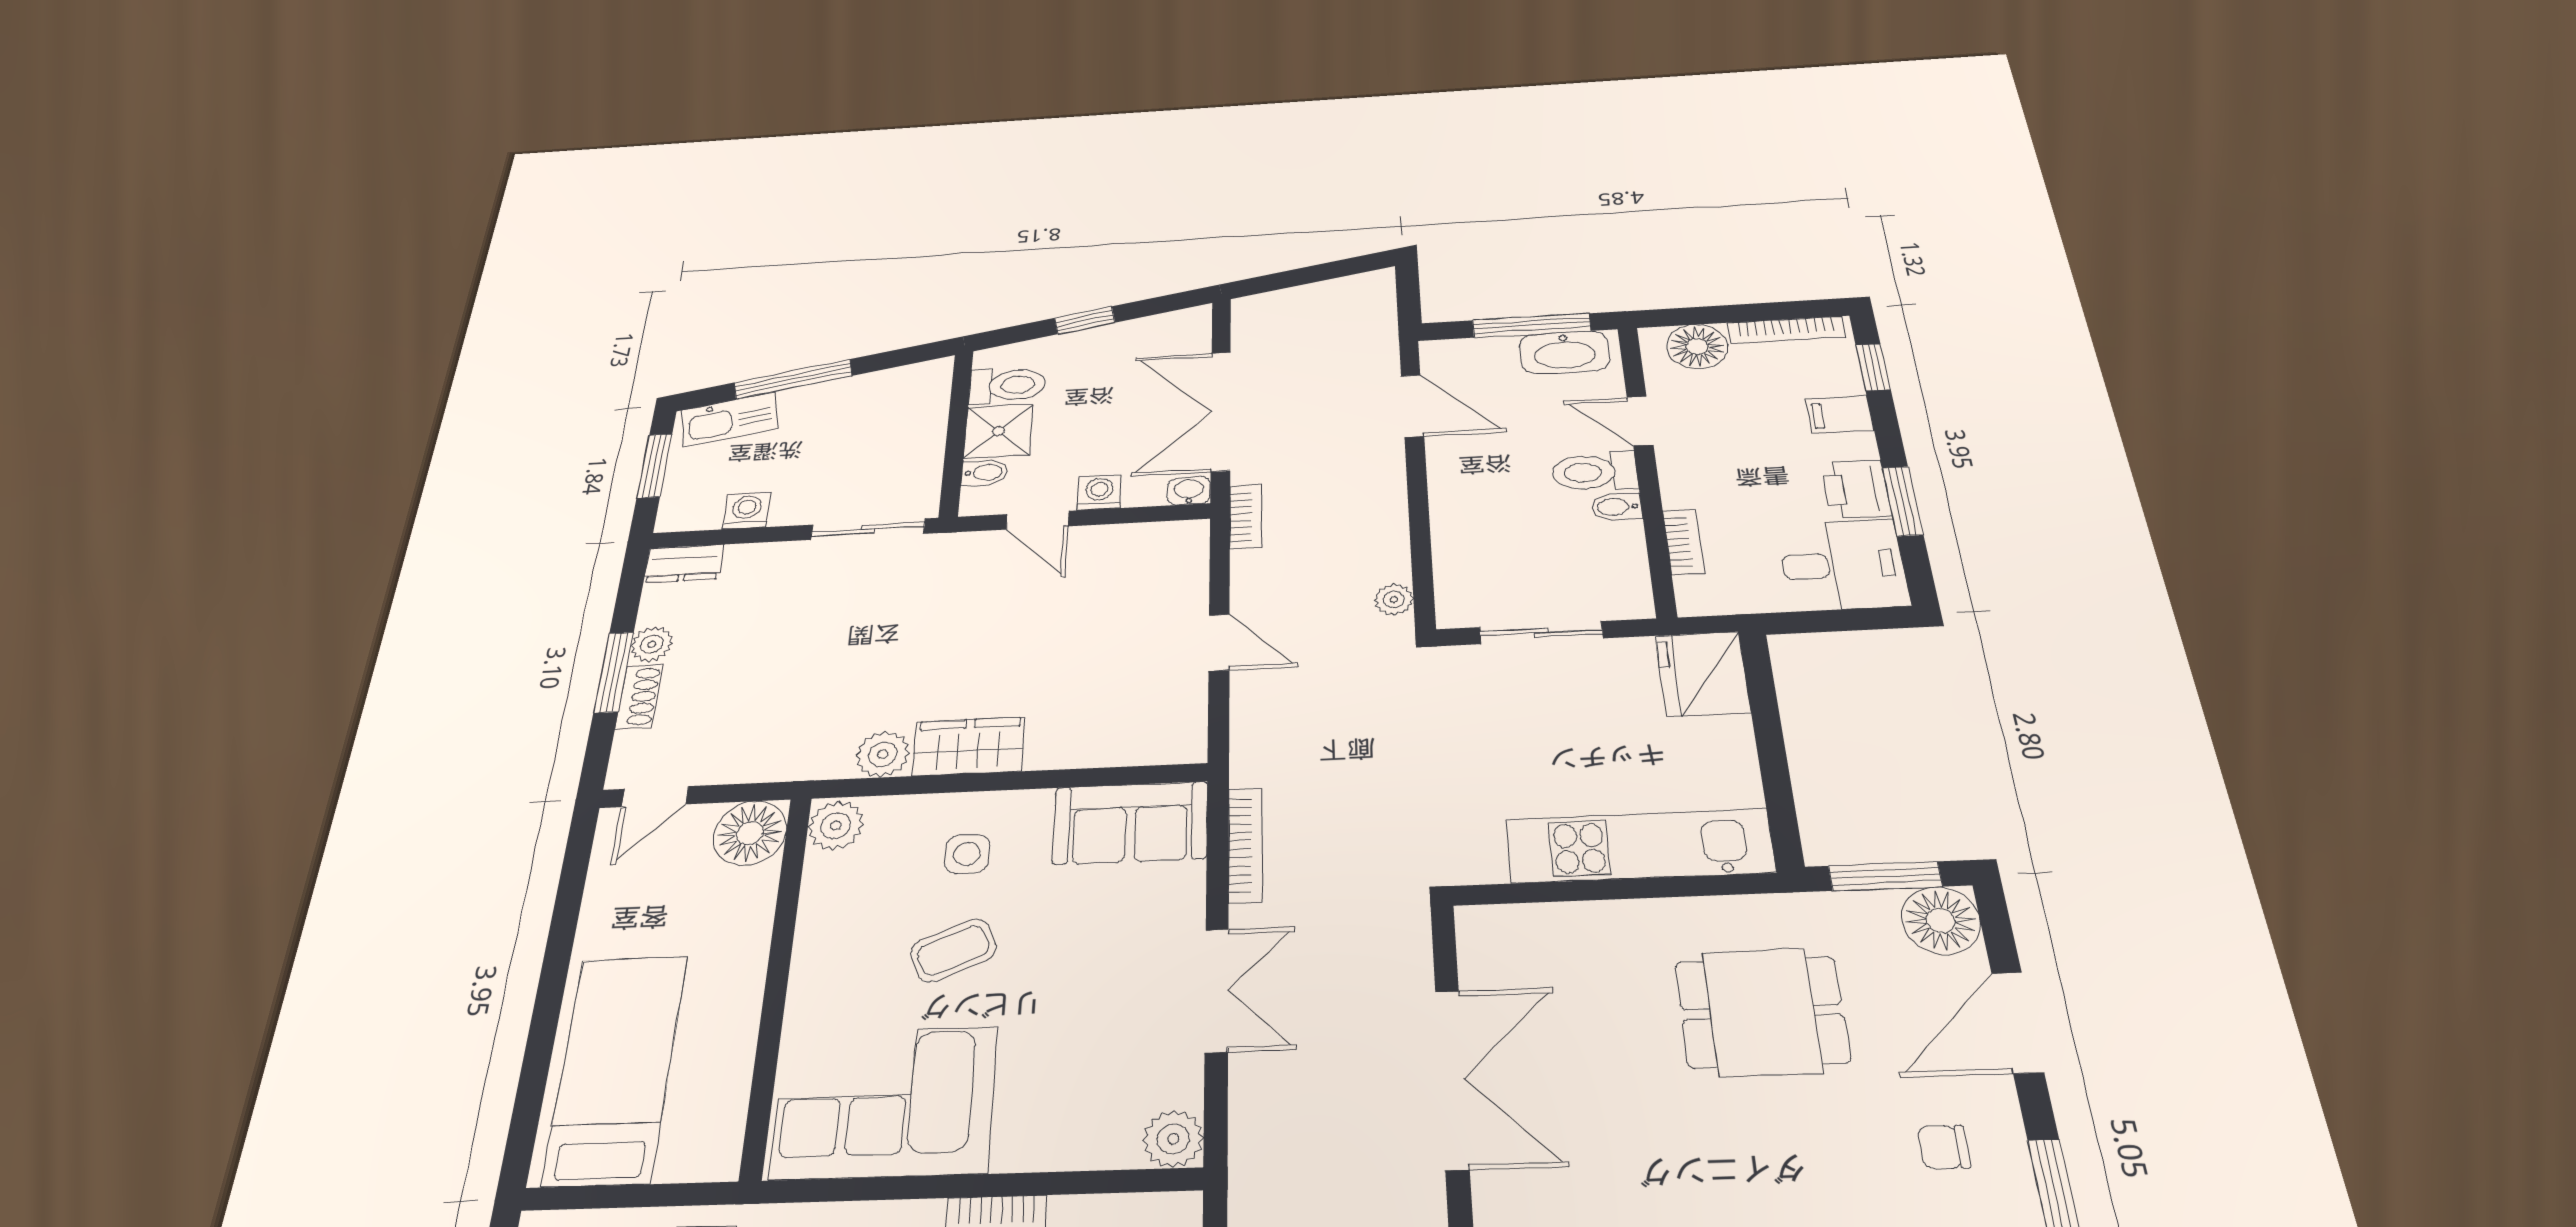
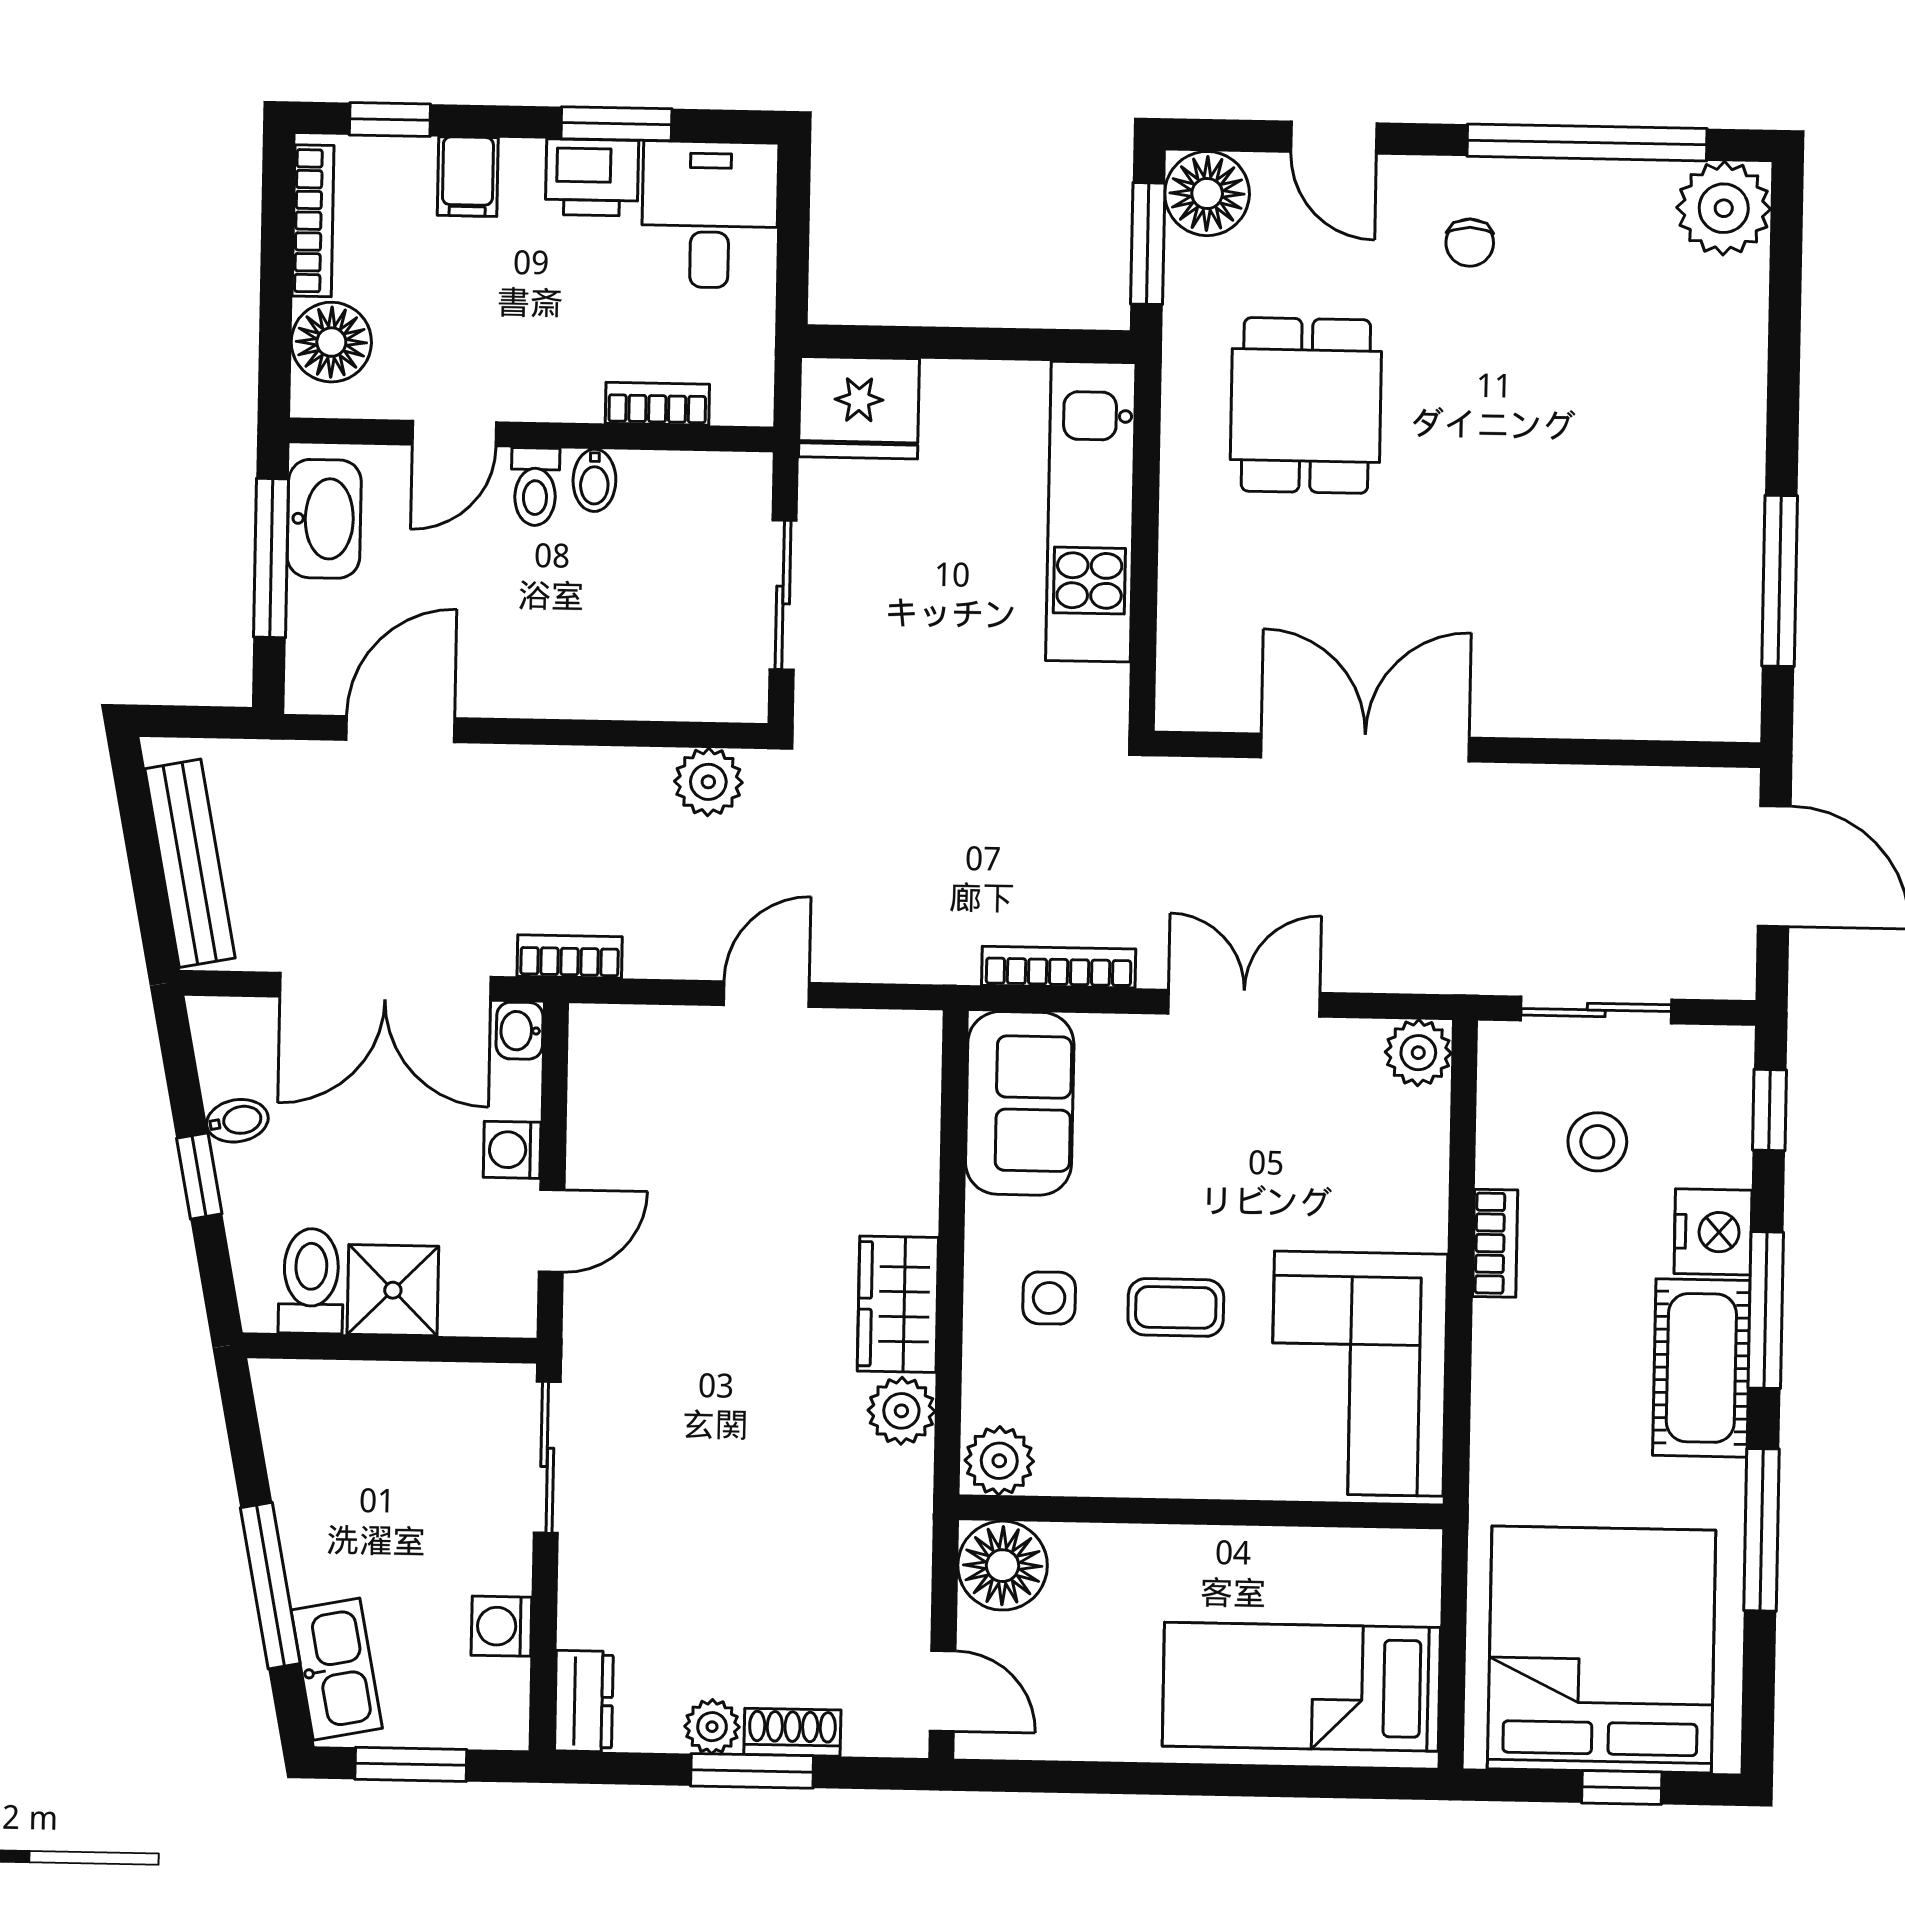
bench: (1307, 299) -> (190, 863), added
bidet: (985, 472) -> (237, 1121), moved, turned 79
toilet: (1595, 472) -> (535, 487), width x0.73, depth x0.72
plant: (1394, 599) -> (708, 782), width x1.38, depth x1.38
coffee table: (953, 950) -> (1176, 1307), turned -67
door: (2017, 1022) -> (1334, 138), width x0.73

